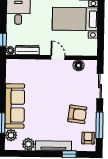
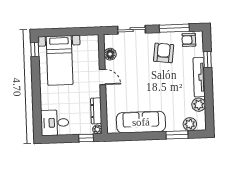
door: (58, 57) -> (103, 77), swing flipped
sofa: (15, 106) -> (141, 122), moved

